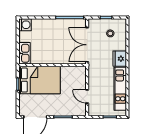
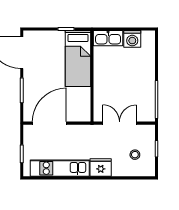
washing machine: (25, 25) -> (132, 39), moved
double door: (87, 45) -> (120, 123), width x0.73
bed: (39, 80) -> (78, 58), width x0.67
door: (87, 96) -> (49, 123), width x1.87

